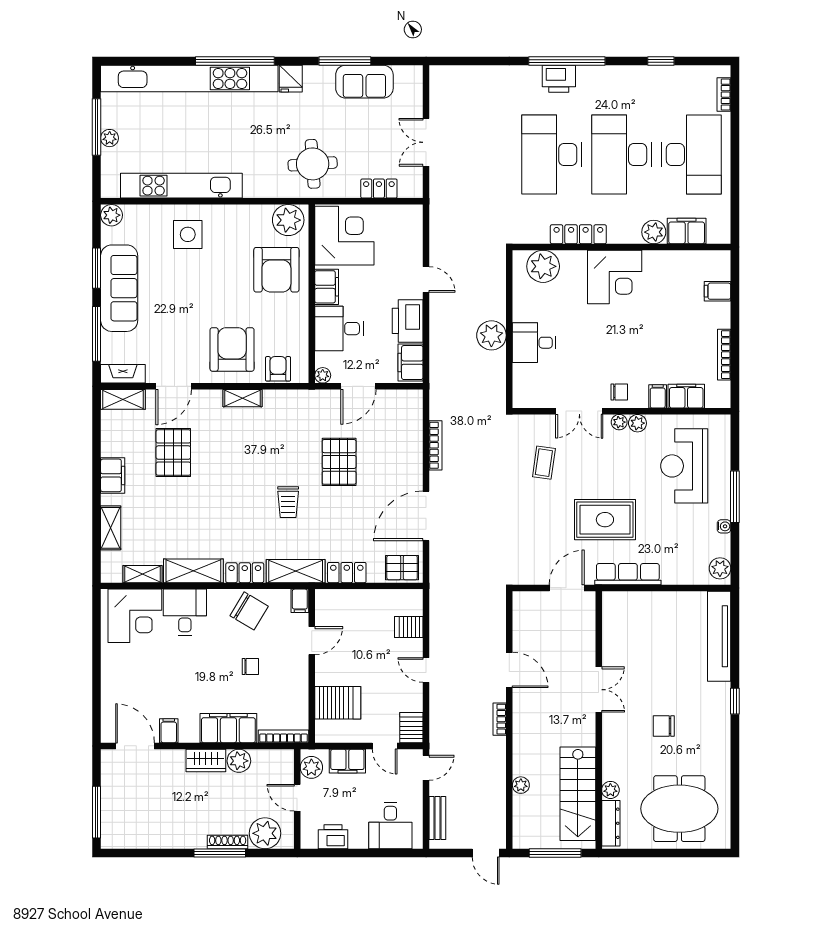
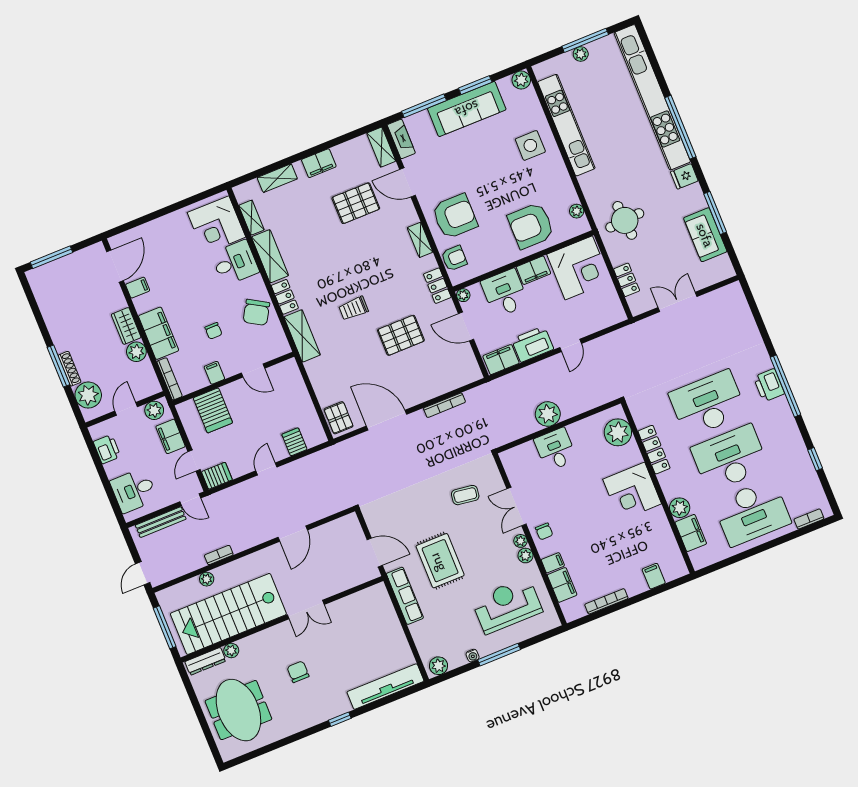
plant: (288, 220) -> (577, 211), width x0.53, depth x0.53
locker: (347, 573) -> (437, 286), moved, turned 180
filing cabinet: (300, 601) -> (214, 373), moved, turned 90
bookcase: (500, 719) -> (219, 555), moved
stairs: (578, 794) -> (228, 614), width x1.36, depth x1.51
bench: (437, 818) -> (161, 522), width x1.36

